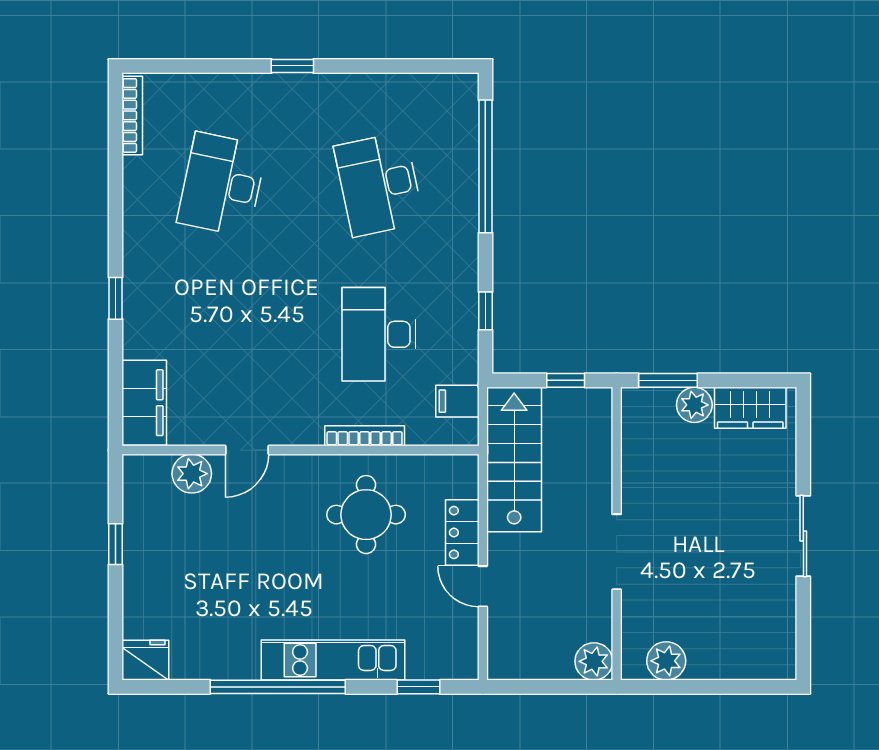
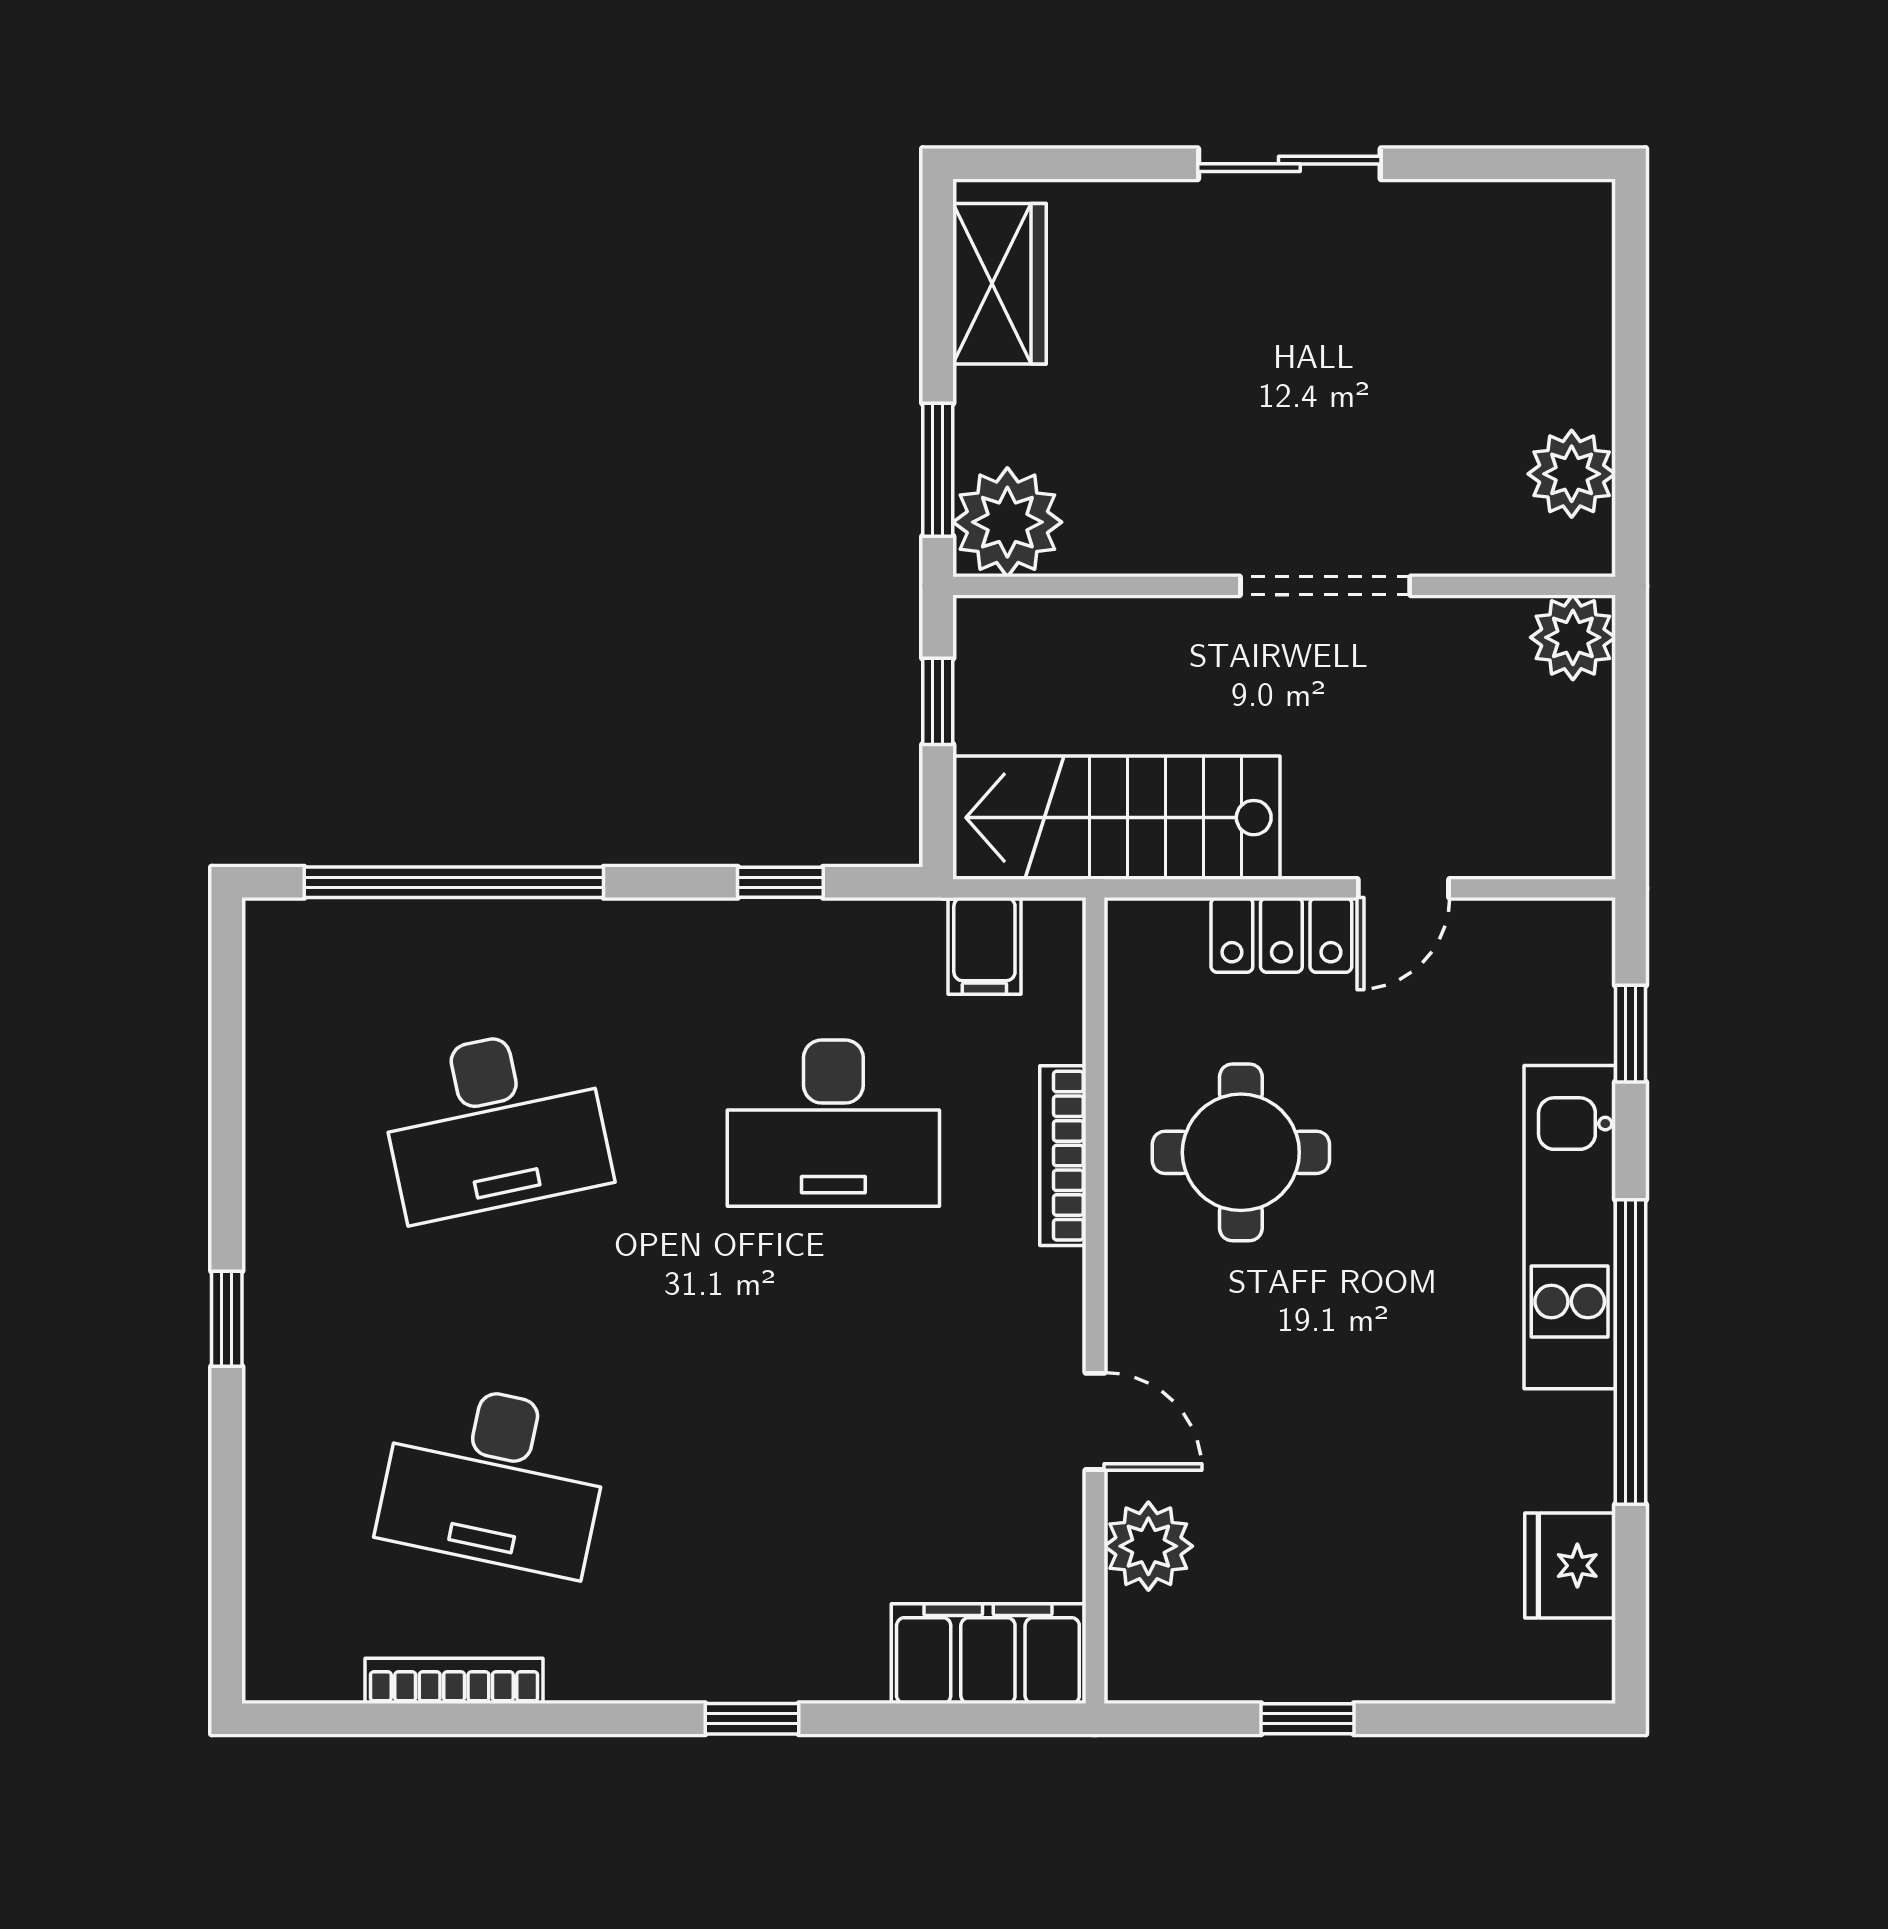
bookcase: (132, 115) -> (454, 1681), moved
plant: (694, 405) -> (1007, 522), moved, width x1.36, depth x1.36
fridge: (145, 660) -> (1570, 1566), moved

